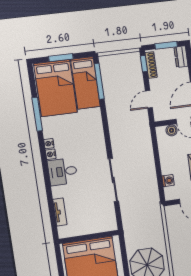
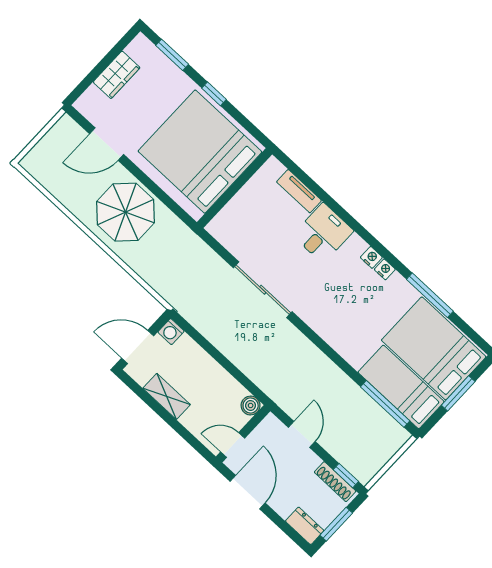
boiler: (172, 130) -> (251, 406), moved
desk: (63, 172) -> (323, 233), moved
washing machine: (168, 181) -> (171, 332), moved

